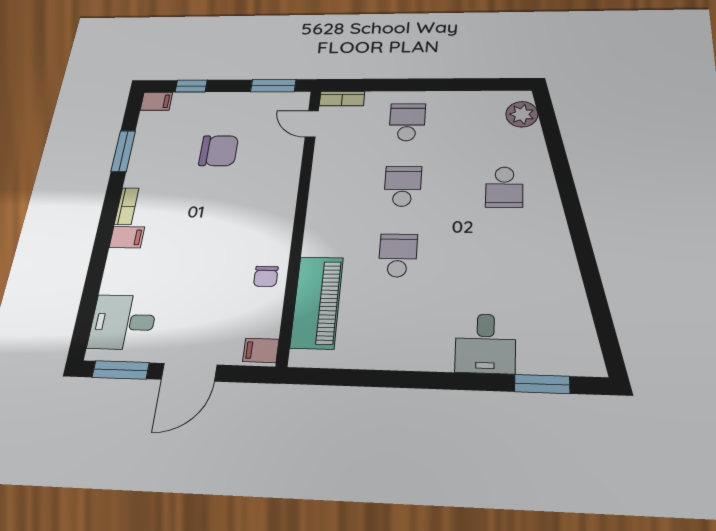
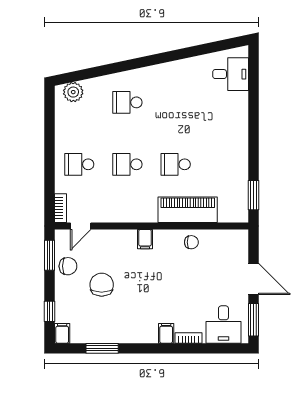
chair: (254, 108) -> (68, 266), added
school desk: (504, 187) -> (127, 102), turned 180
bookcase: (127, 206) -> (188, 338), moved
piano: (317, 302) -> (188, 210), moved
desk: (485, 344) -> (231, 74), moved
filing cabinet: (261, 350) -> (145, 239), moved
window: (542, 384) -> (254, 195), moved

